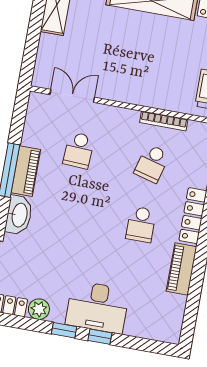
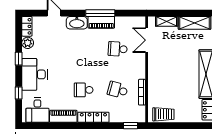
shelving: (45, 54) -> (167, 21), added
double door: (72, 96) -> (147, 40), swing flipped
desk: (162, 313) -> (37, 110), added
window: (100, 337) -> (19, 93), moved

